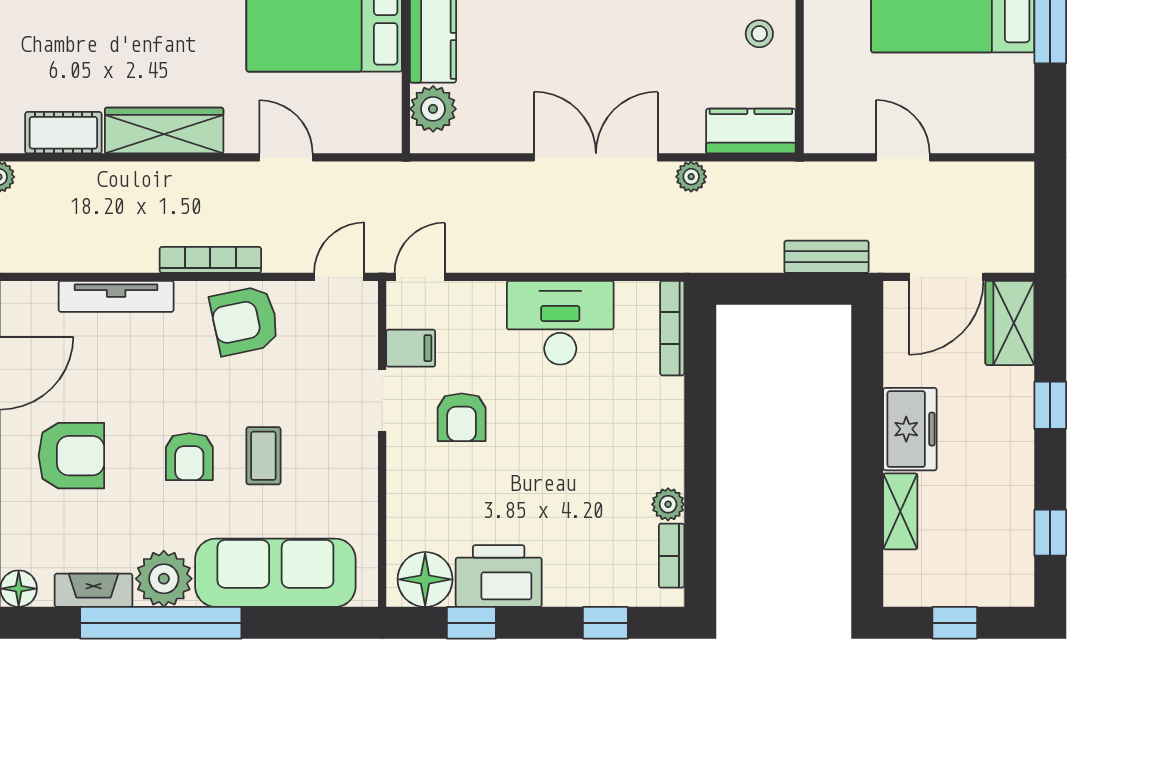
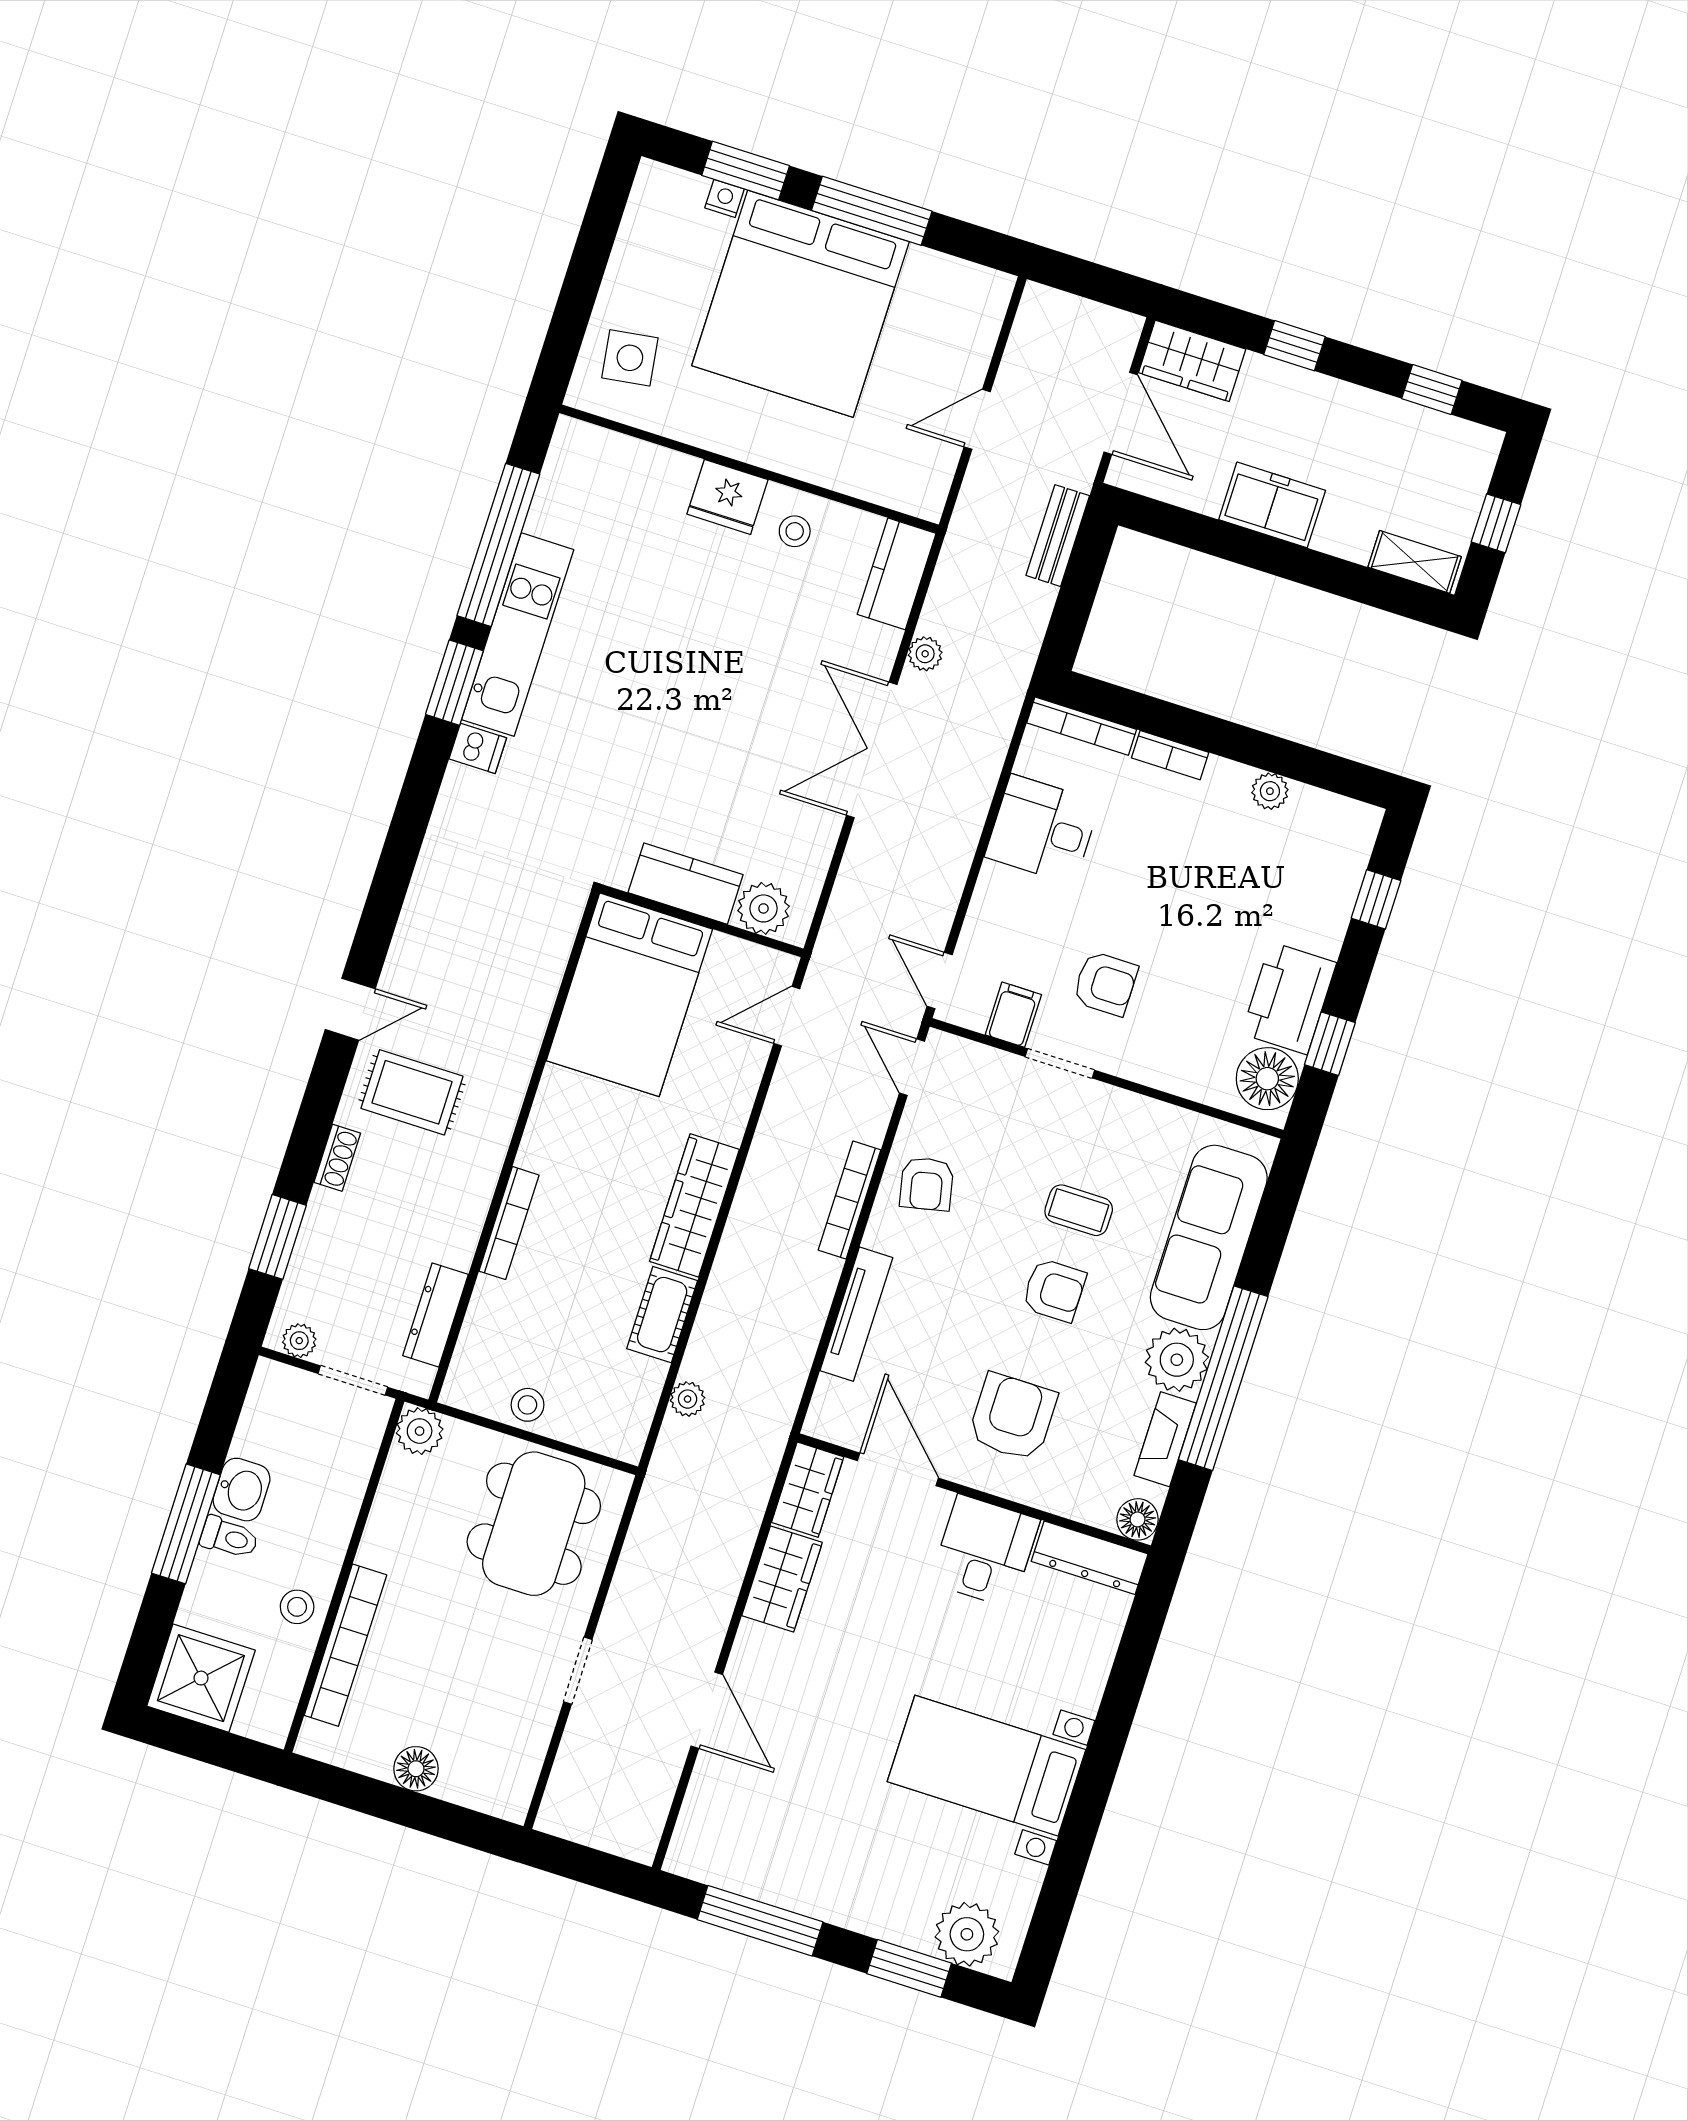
door: (286, 157) -> (787, 1016), moved
armchair: (245, 321) -> (927, 1184), width x0.72, depth x0.72
desk: (560, 323) -> (1042, 829), width x0.73
shelving: (900, 511) -> (1415, 562), moved
bookcase: (672, 556) -> (1170, 755), moved

